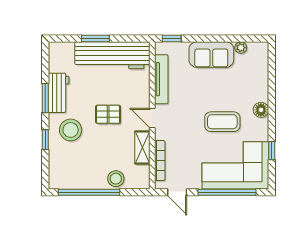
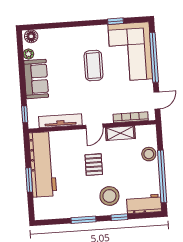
workbench: (59, 93) -> (144, 204), moved
floor lamp: (261, 110) -> (31, 36), moved

